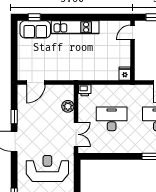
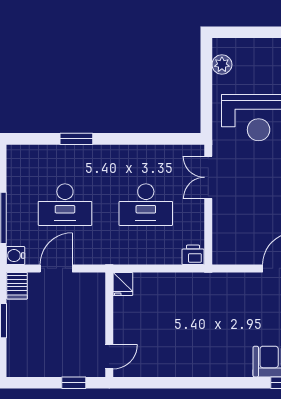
kitchen unit: (75, 27) -> (210, 365), removed
plant: (68, 106) -> (223, 227), removed

